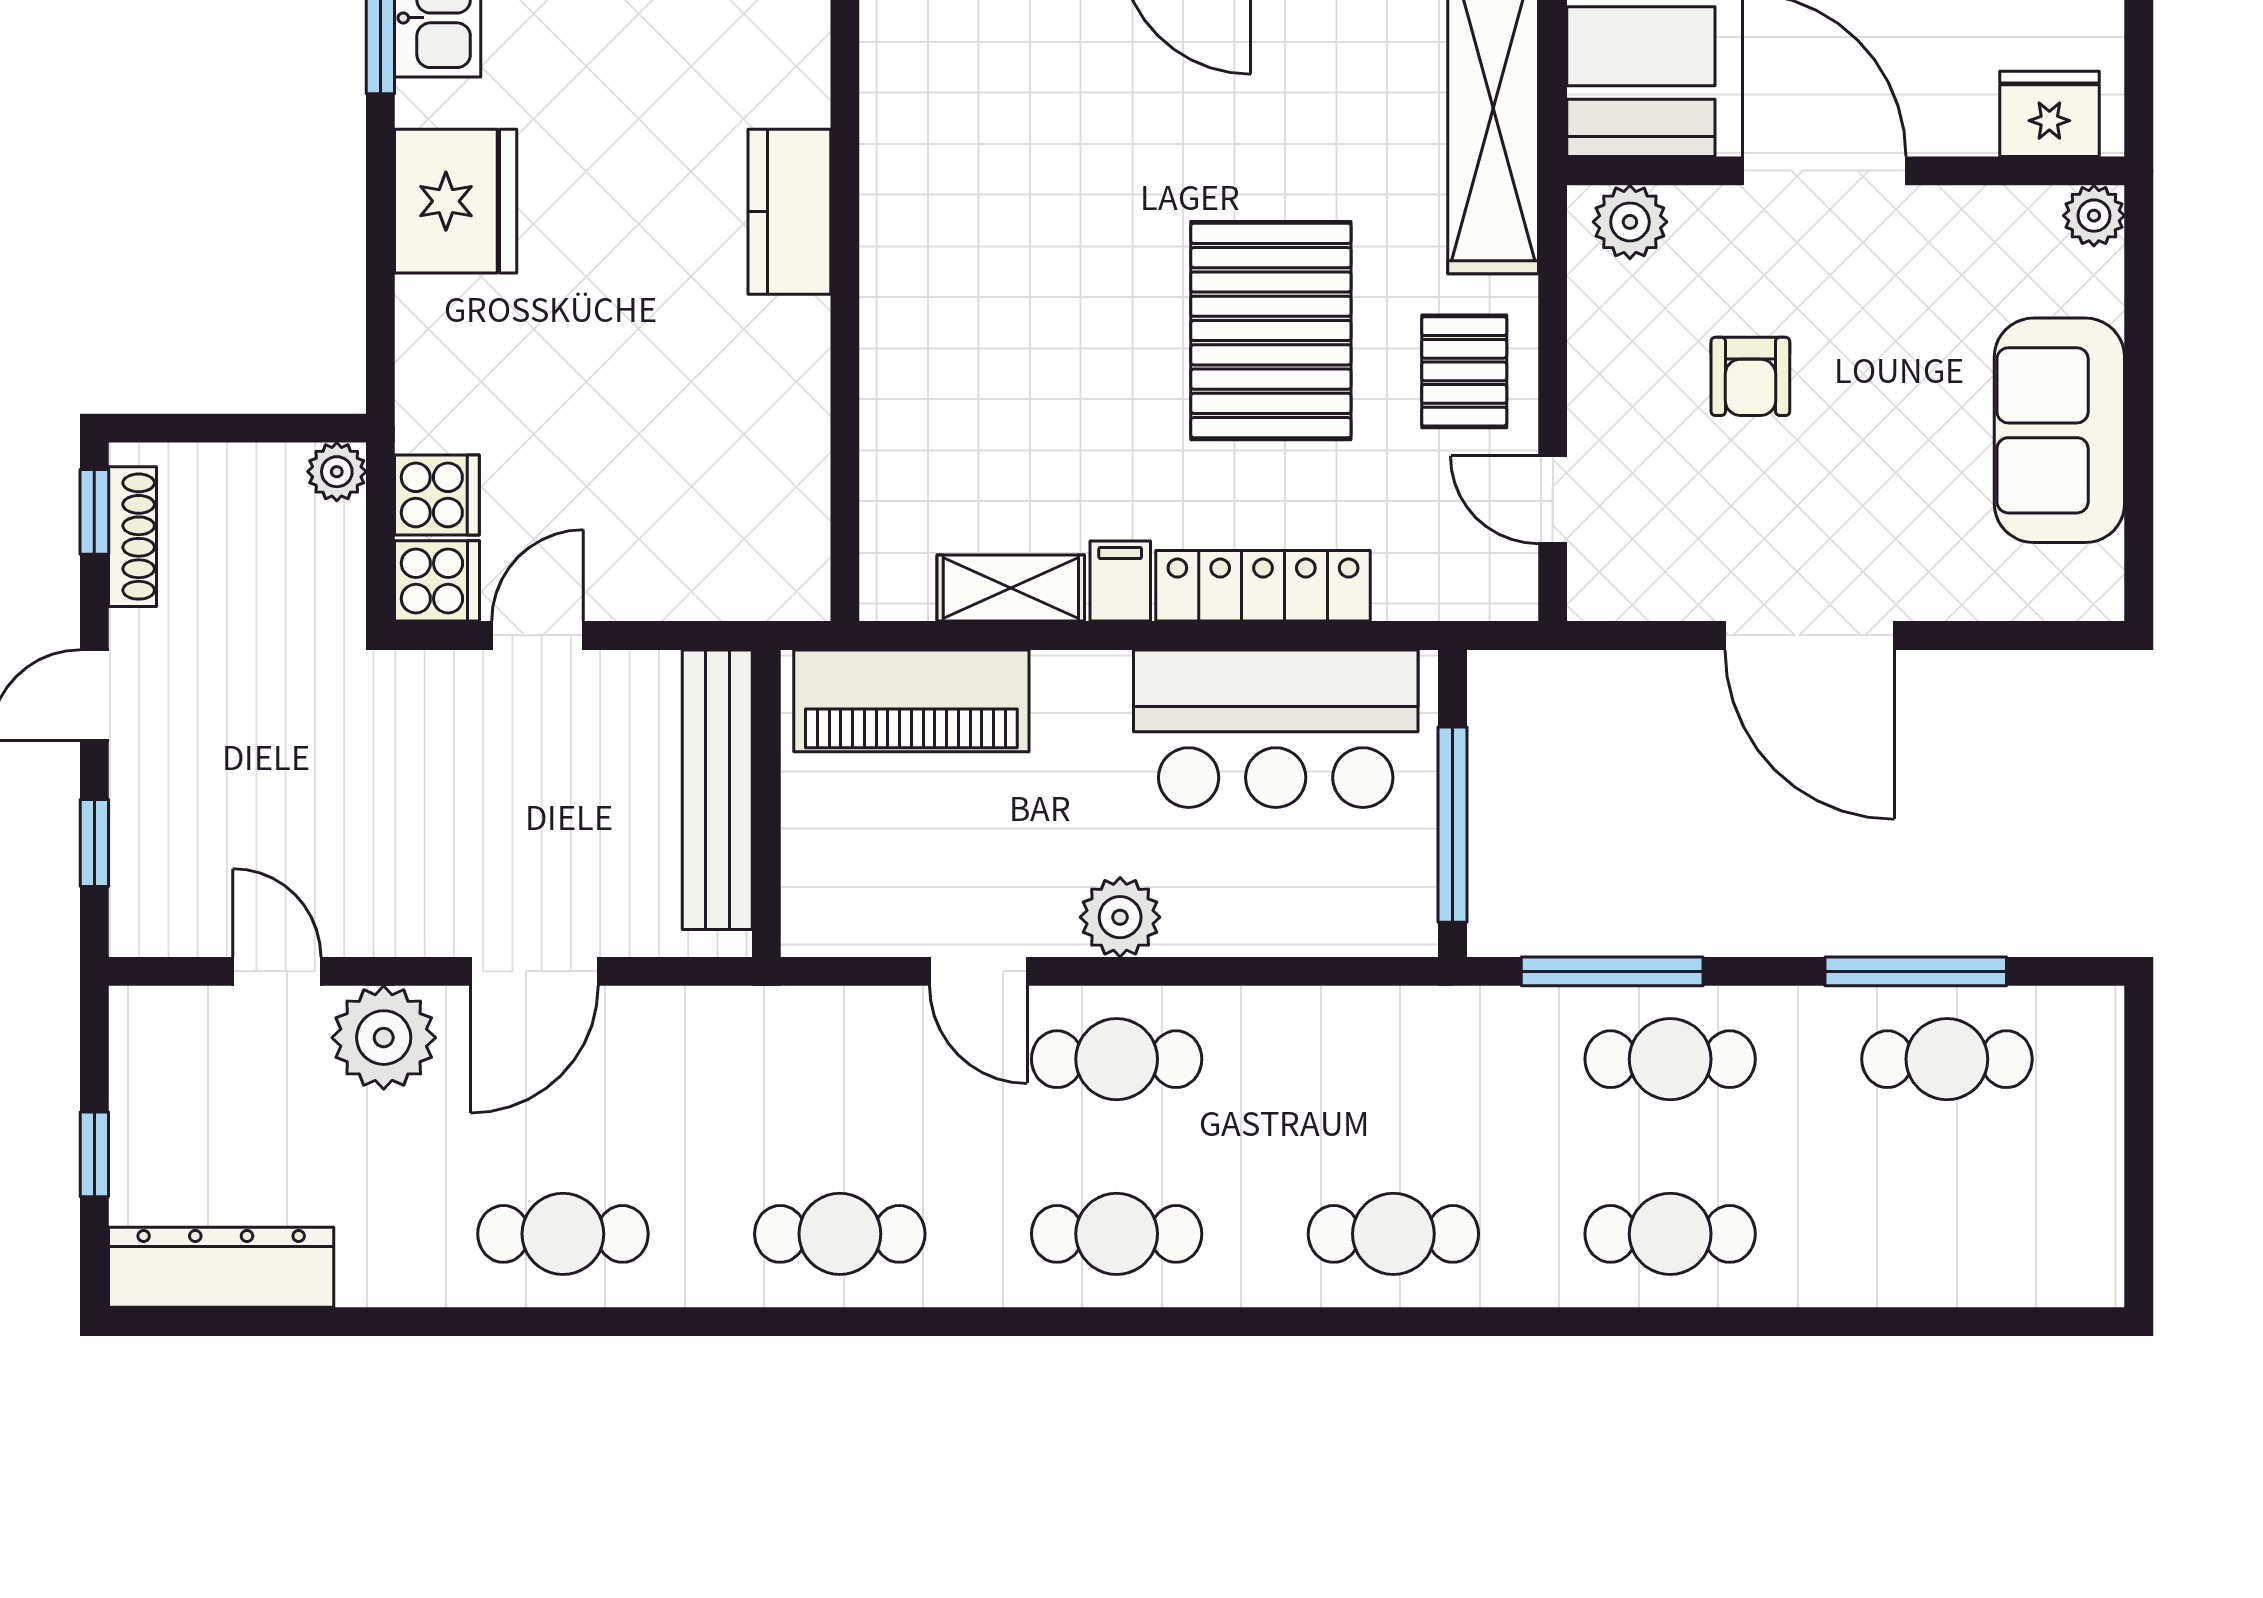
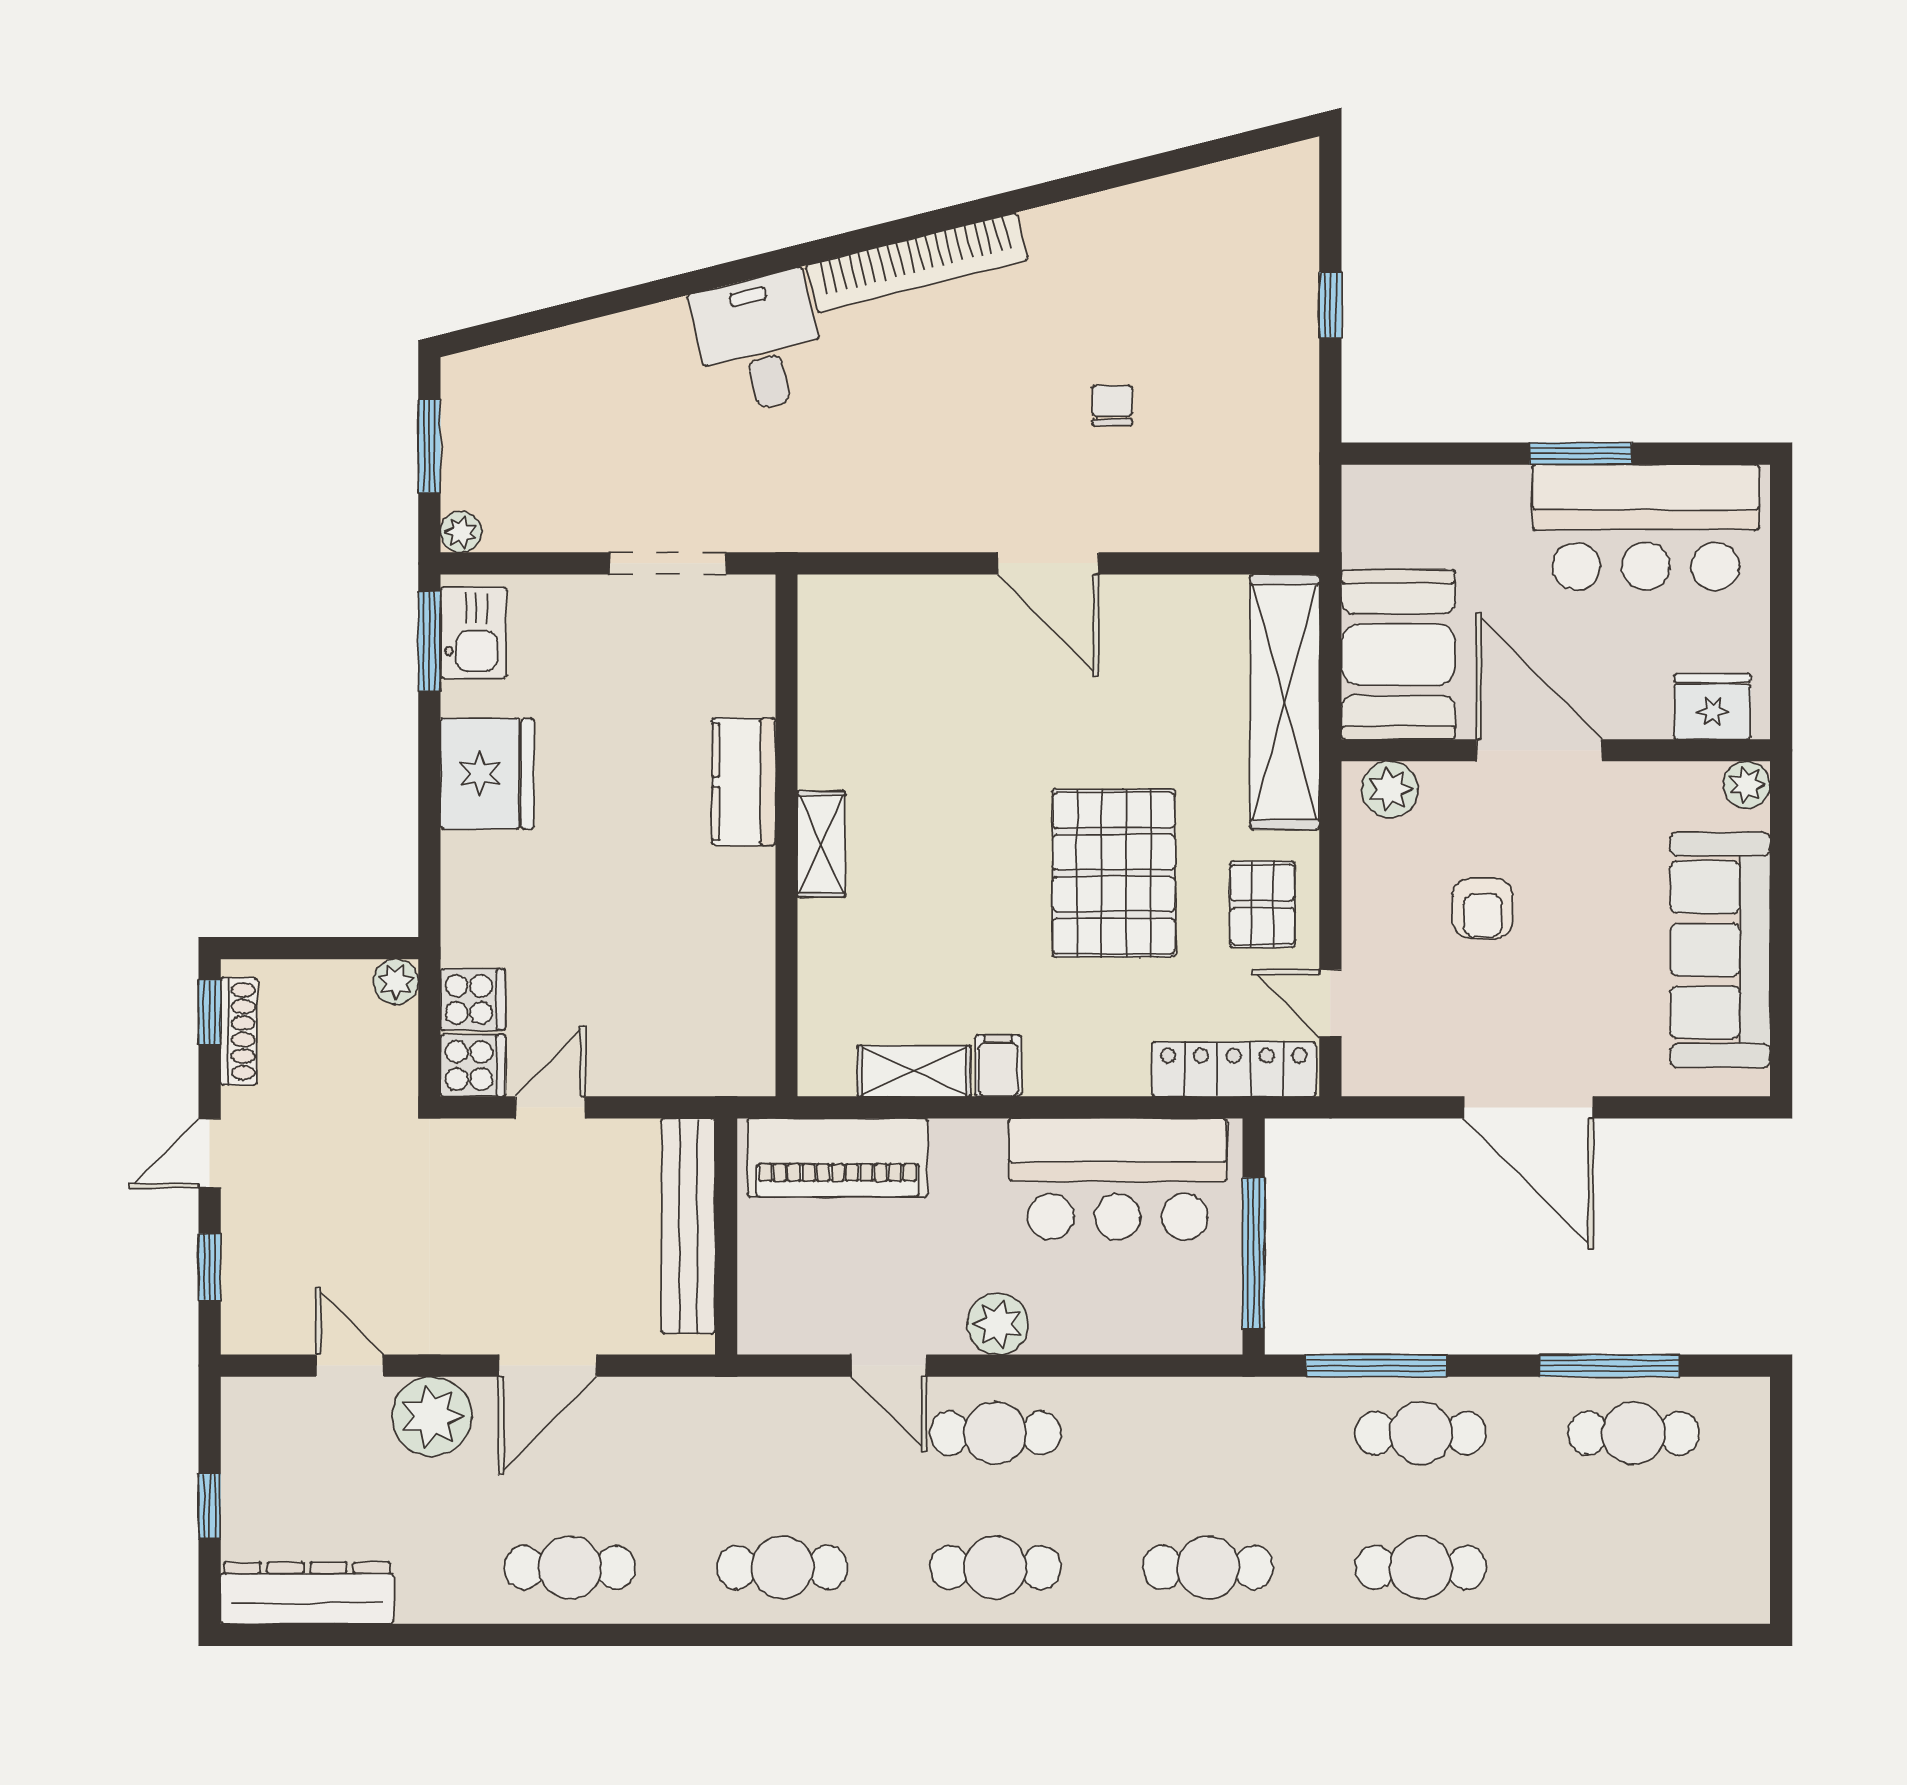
shelving: (890, 293) -> (821, 844), added
sofa: (2059, 430) -> (1720, 950), width x1.36
locker: (1263, 586) -> (1234, 1069), moved

